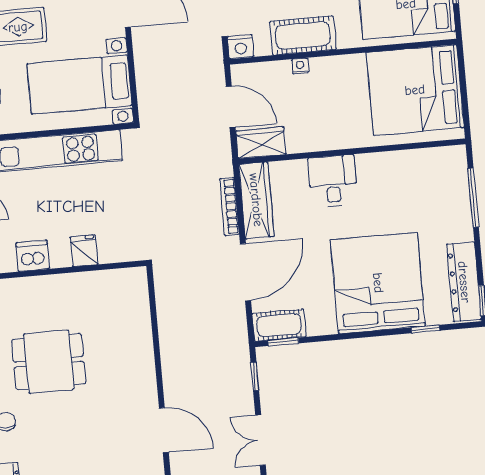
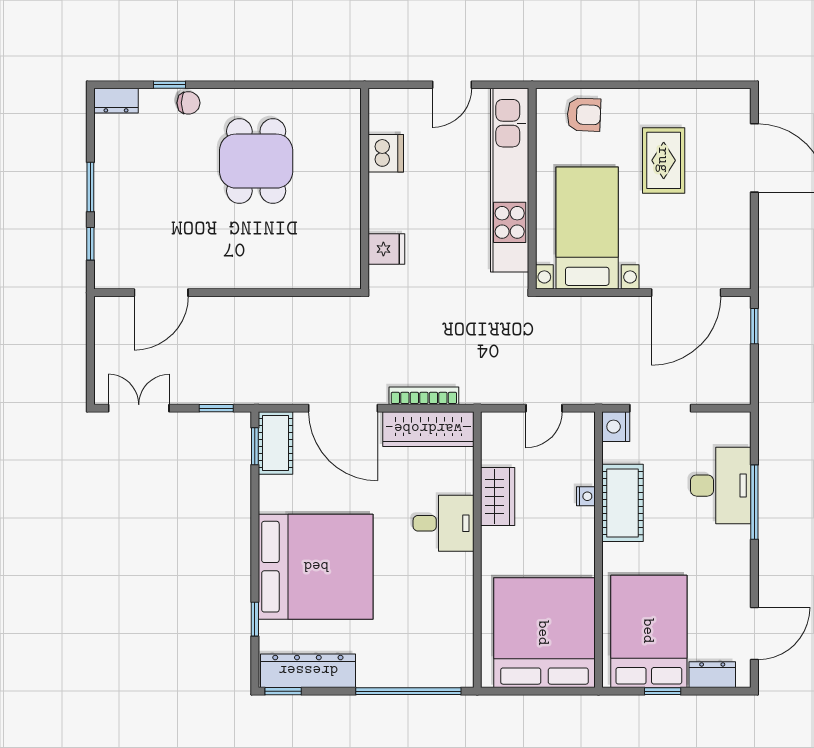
door: (231, 107) -> (544, 408), width x0.73
wardrobe: (261, 143) -> (498, 497), moved
window: (473, 198) -> (408, 691), width x1.46
fridge: (84, 251) -> (386, 249), moved

